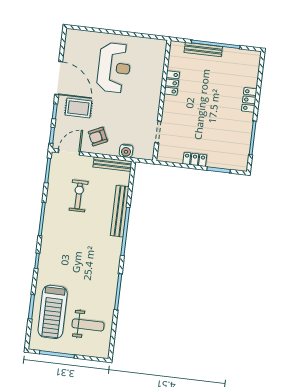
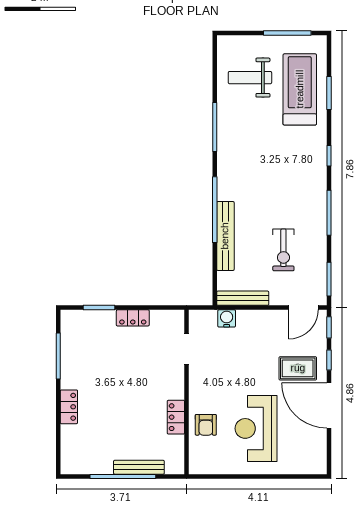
armchair: (98, 137) -> (206, 425), moved, turned 115

